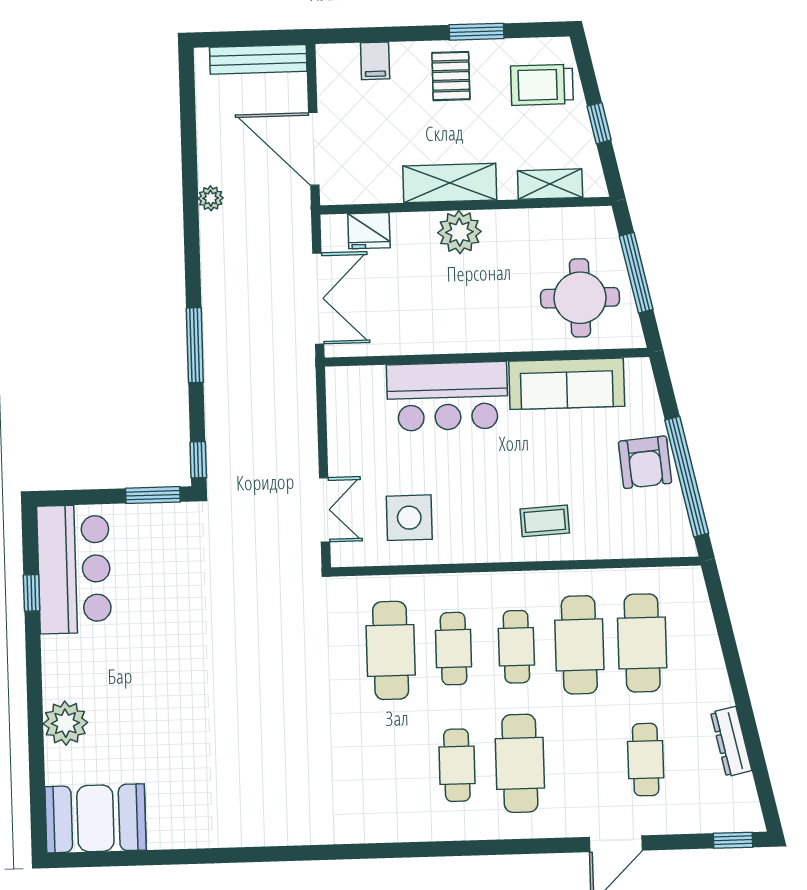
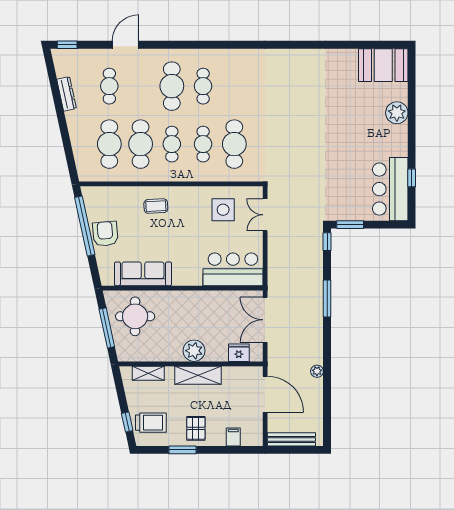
window: (599, 123) -> (127, 422), moved
bar counter: (447, 396) -> (233, 269), moved

